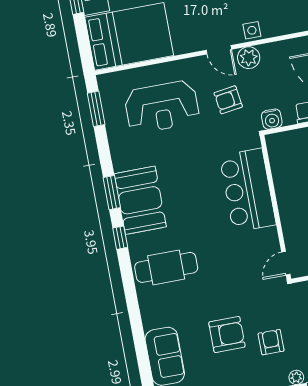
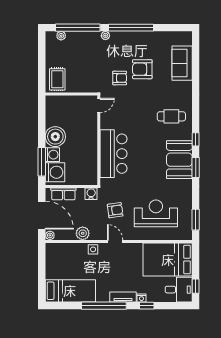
plant: (249, 58) -> (83, 233), moved
cafe table: (166, 267) -> (171, 116), width x0.73, depth x0.74
armchair: (271, 342) -> (120, 78), moved, turned -90

